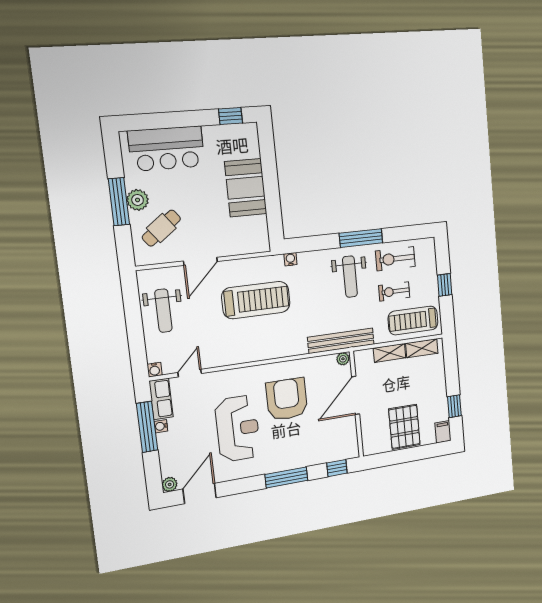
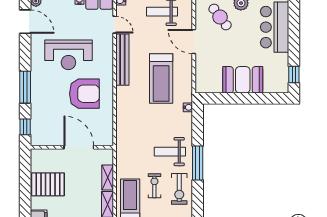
exercise bike: (395, 259) -> (179, 189), turned 180
bench: (341, 341) -> (122, 60), moved
plant: (343, 359) -> (108, 140), removed

